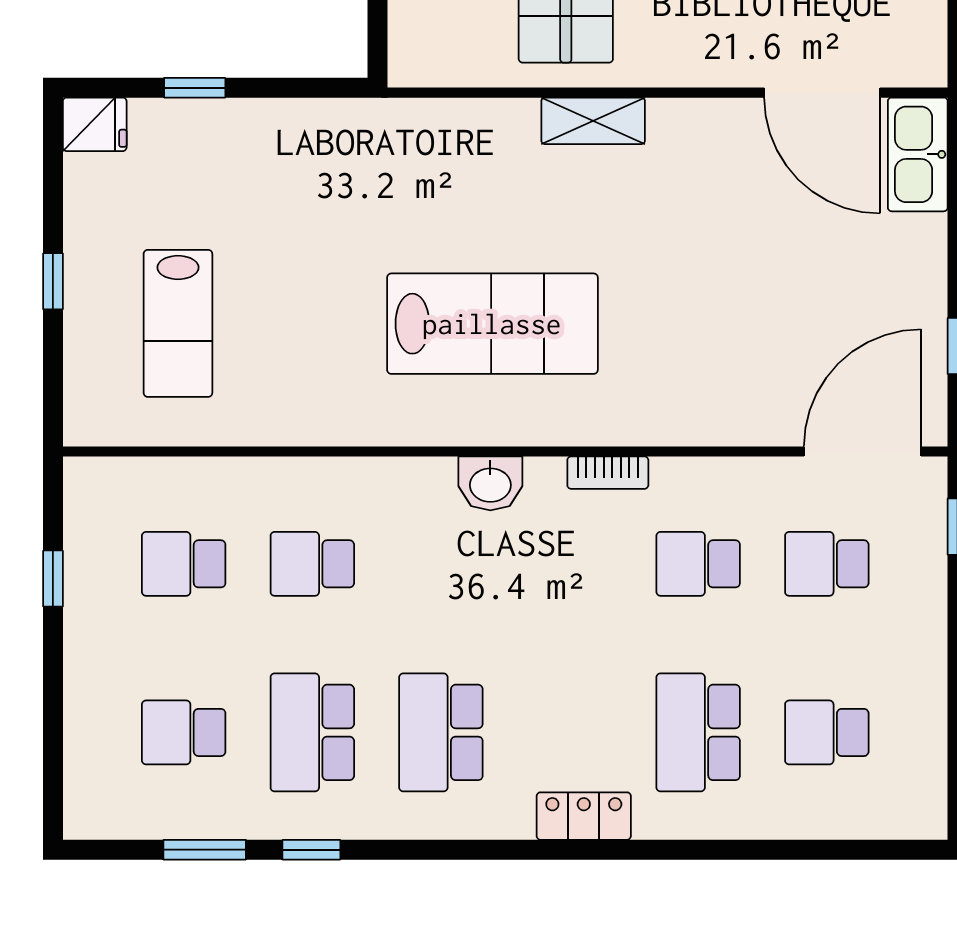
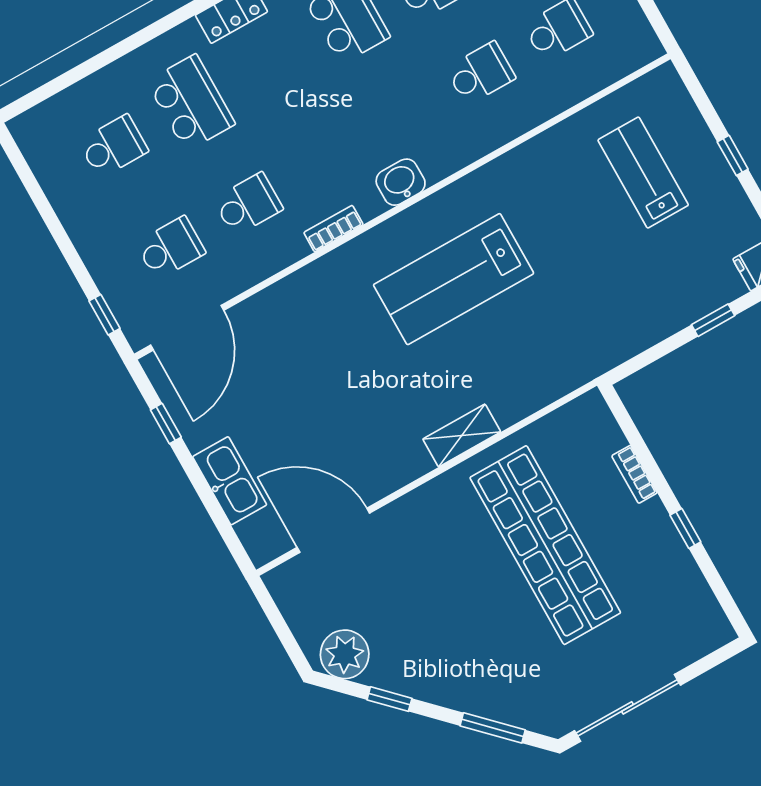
kitchen sink: (918, 154) -> (230, 481), moved

